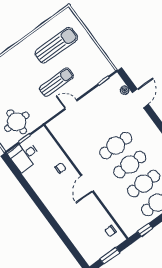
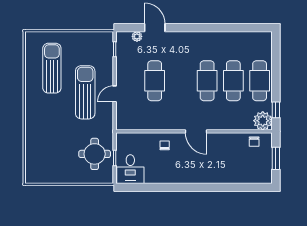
sun lounger: (57, 82) -> (85, 92), width x1.36, depth x1.34
cafe table: (116, 146) -> (155, 81), moved
plant: (130, 226) -> (263, 121), added

